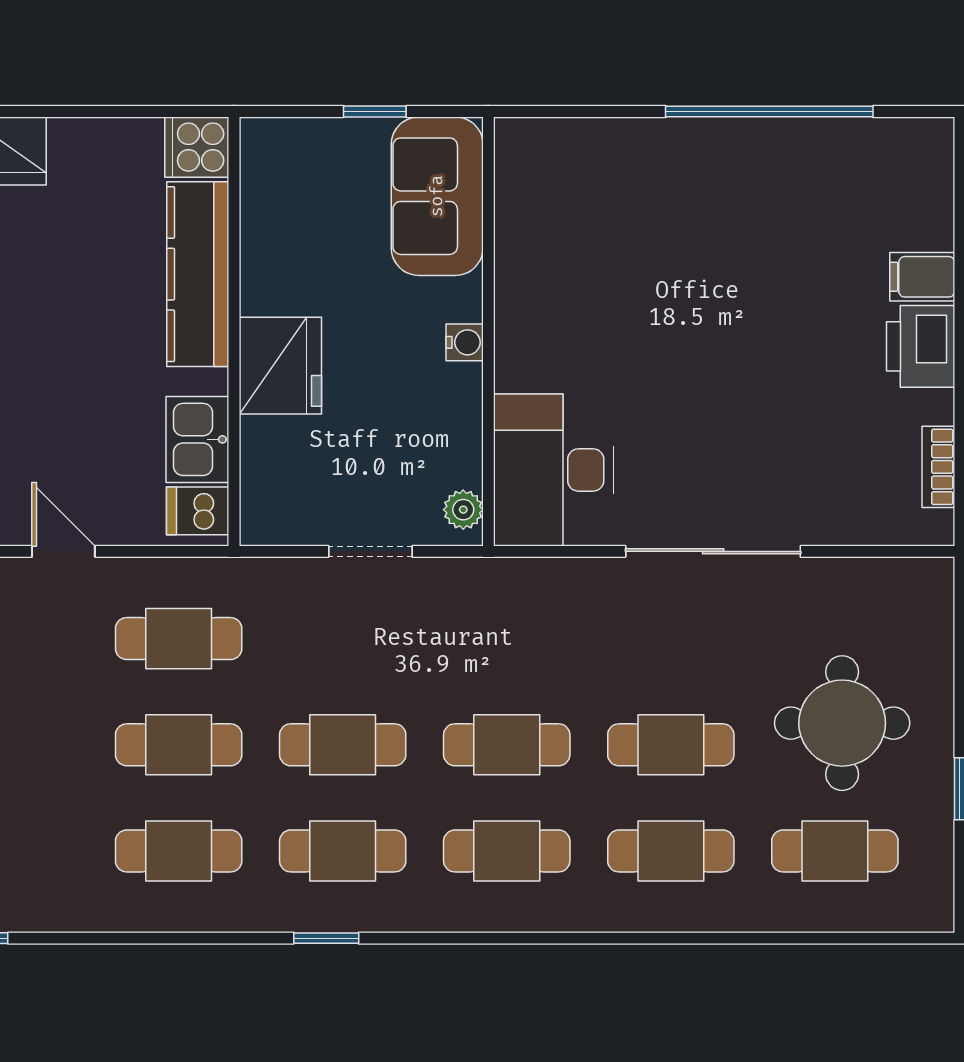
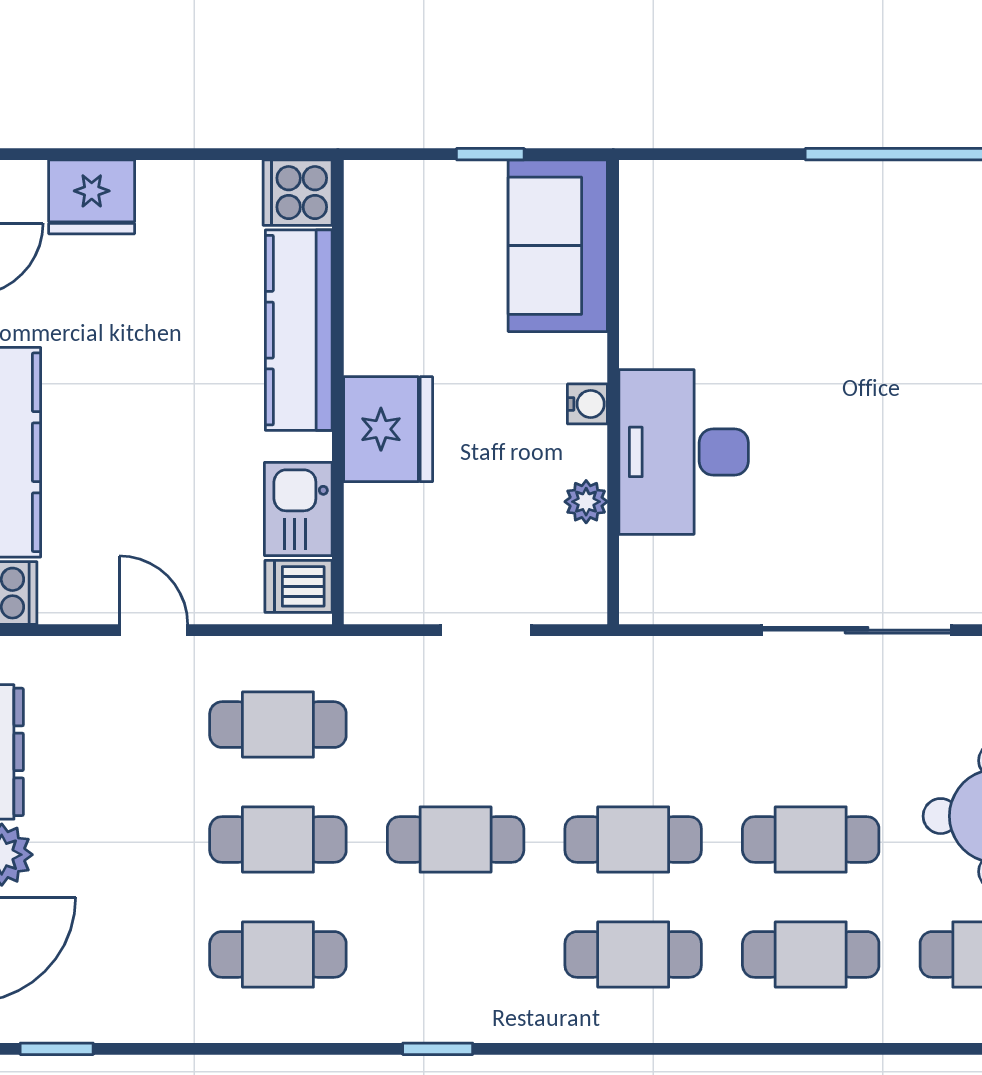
desk: (553, 470) -> (684, 452), moved
plant: (463, 510) -> (586, 502), moved
cafe table: (343, 851) -> (456, 954), removed

